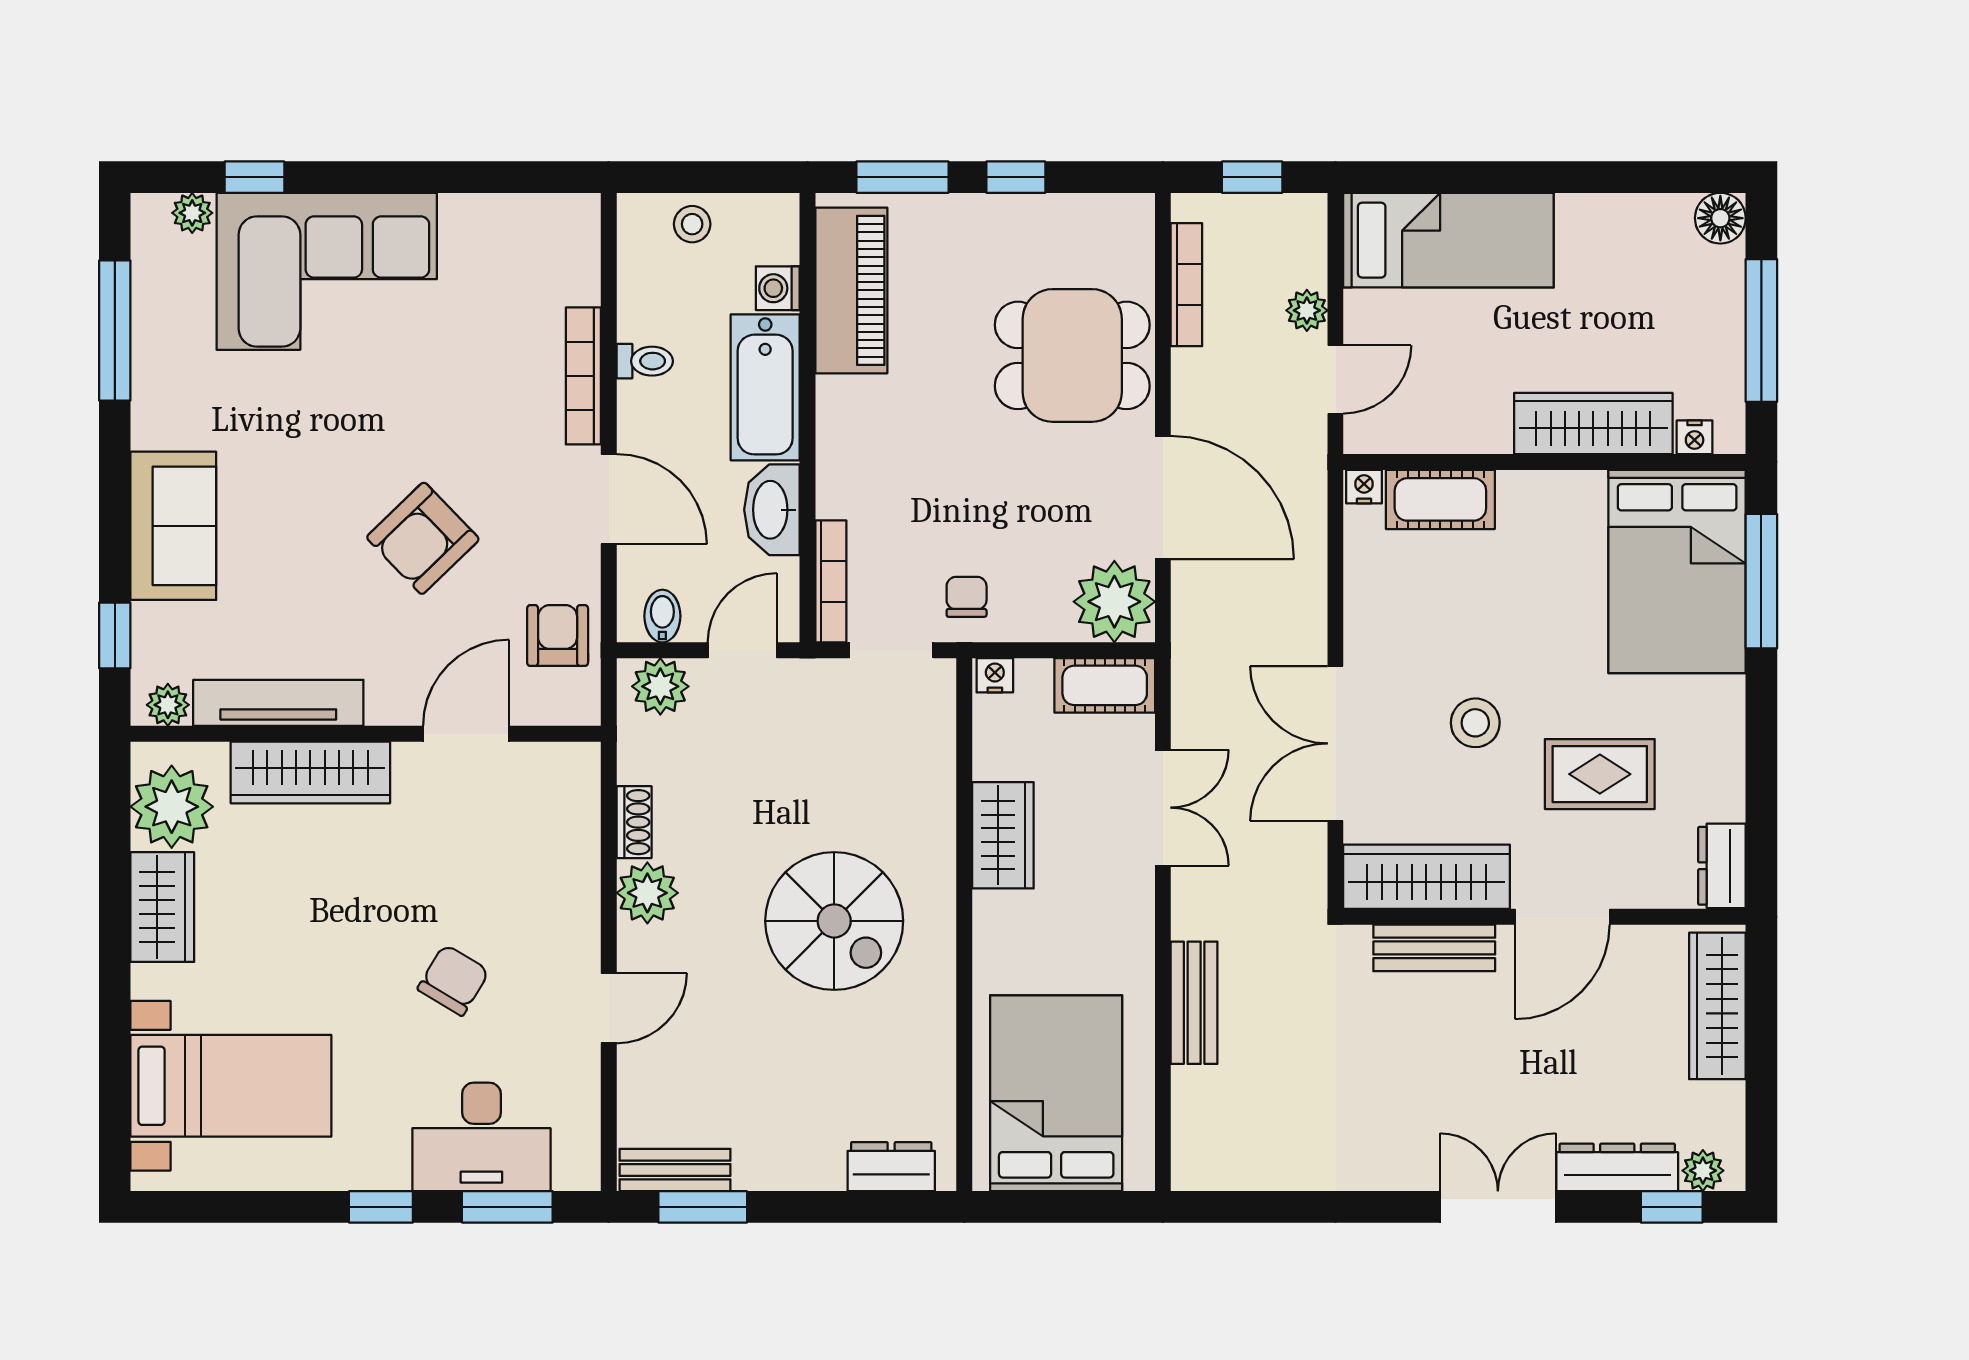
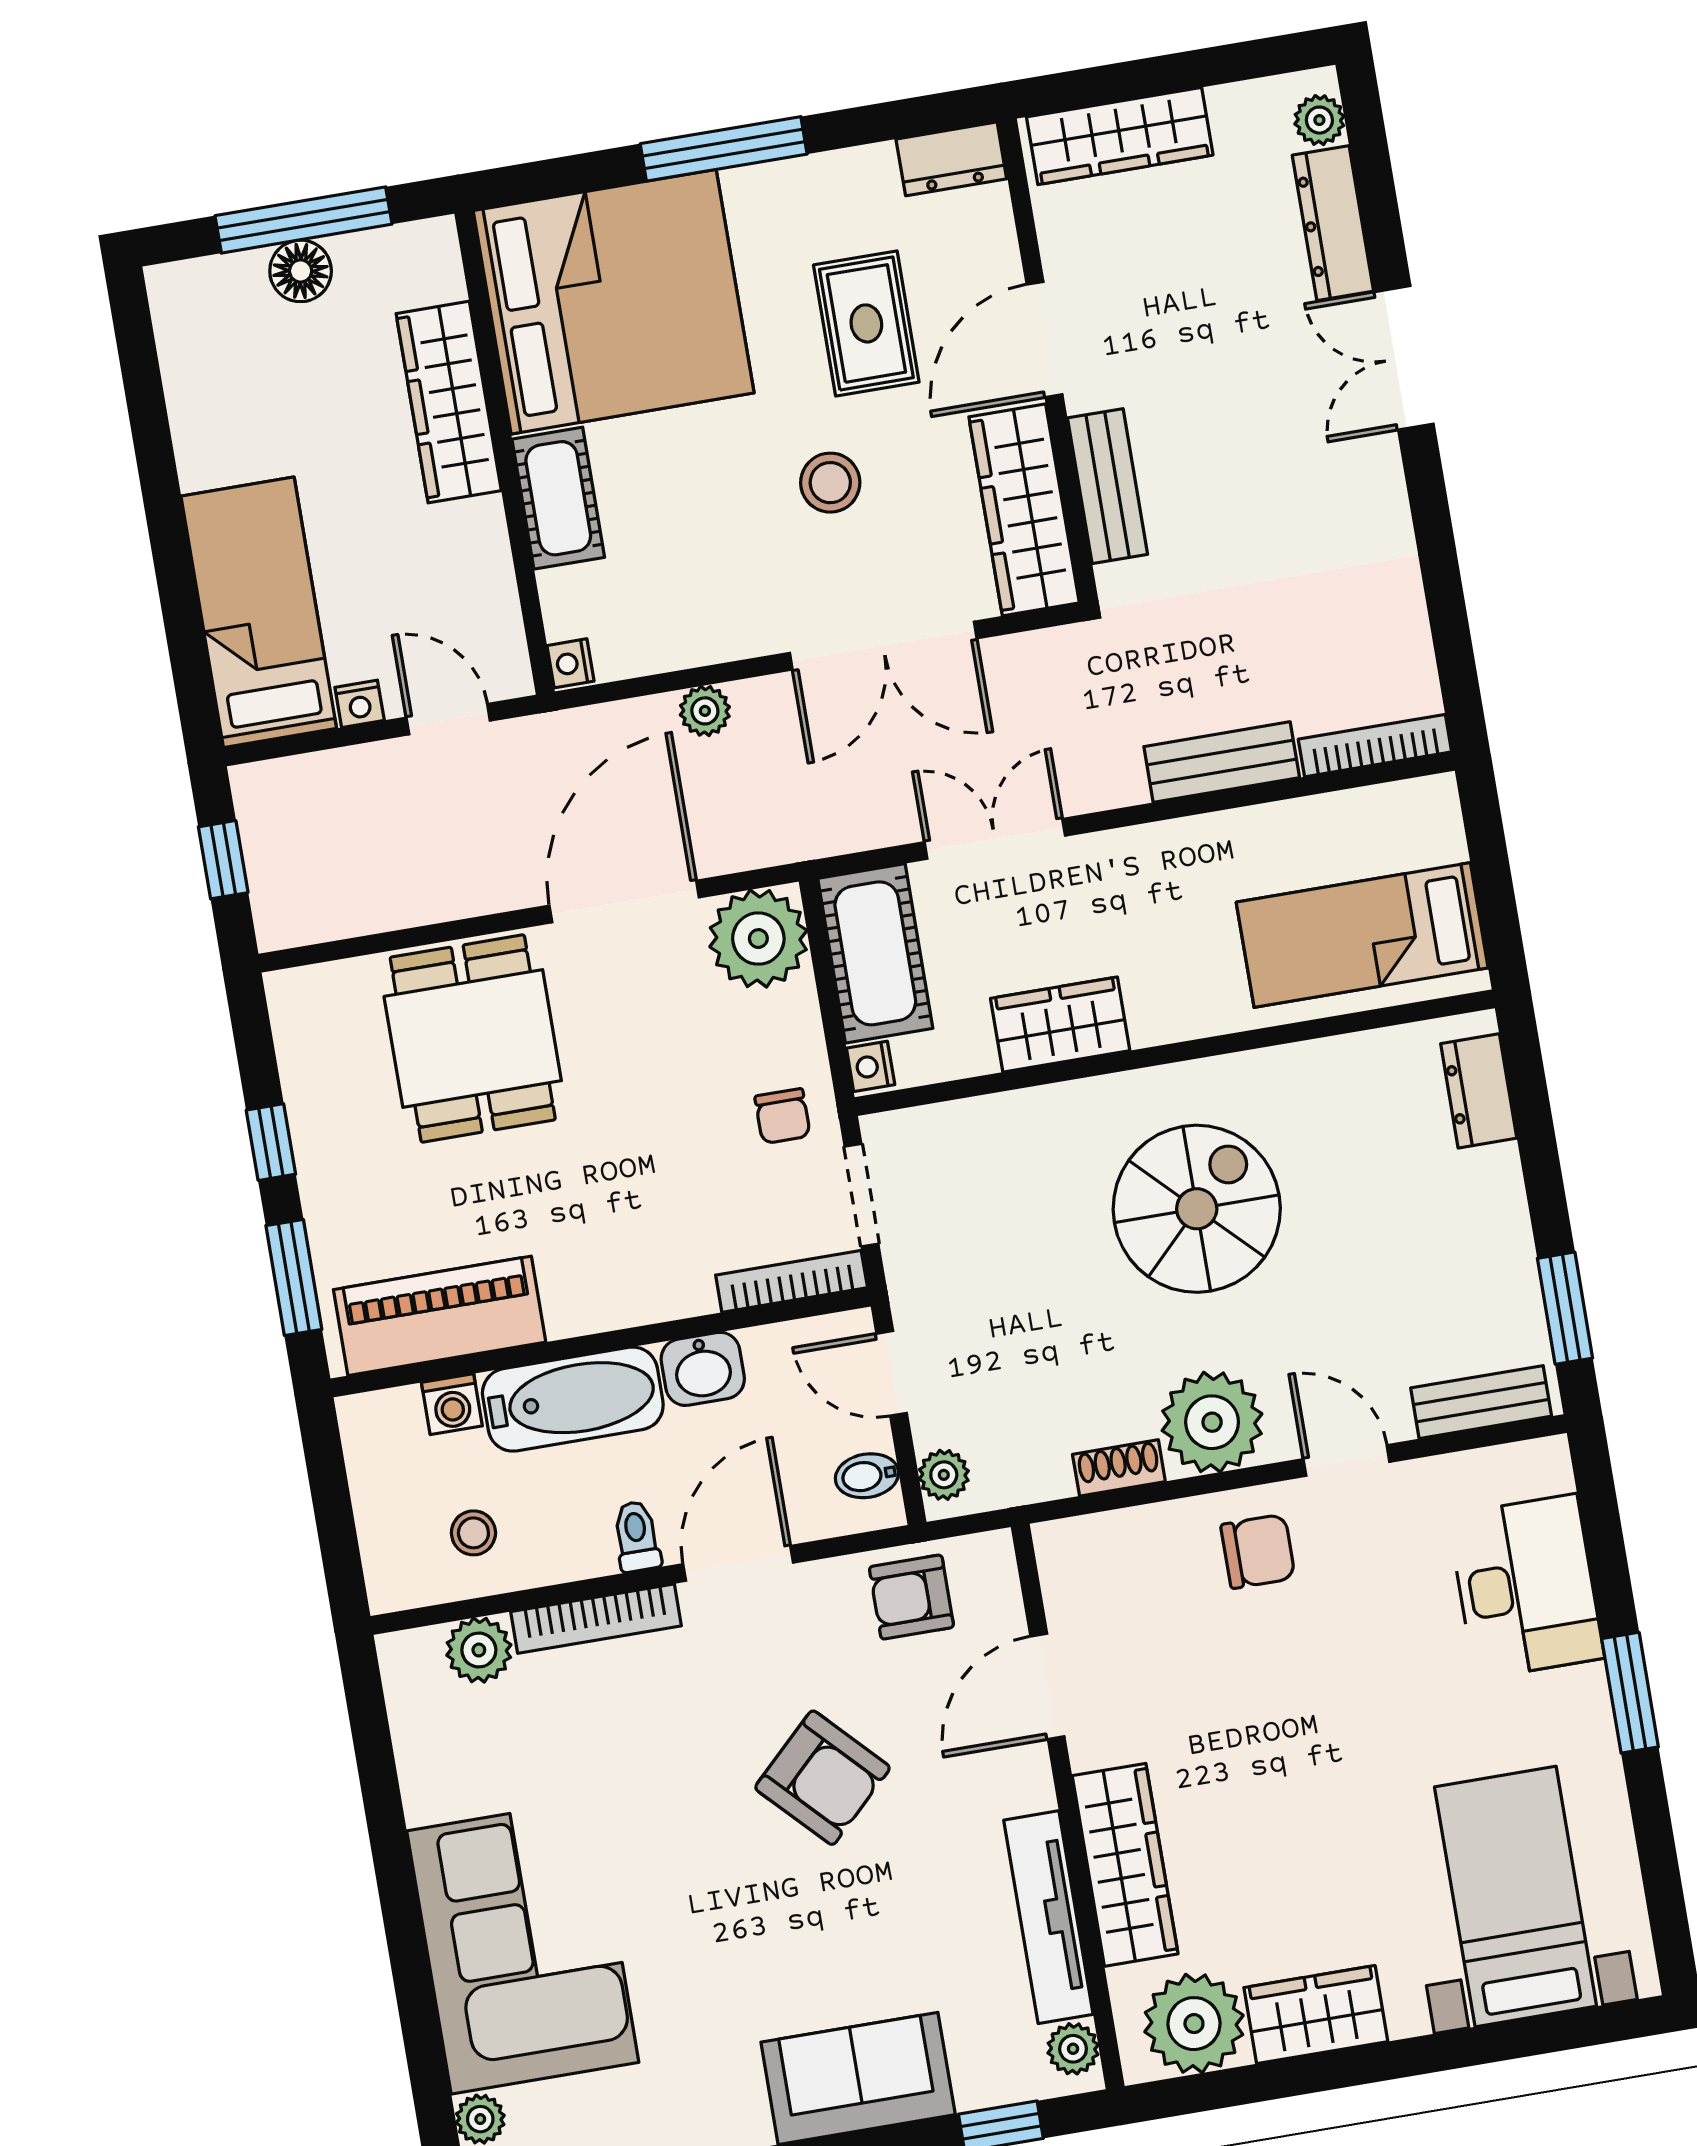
window: (254, 177) -> (425, 2052), removed
floor lamp: (1720, 218) -> (301, 271), moved
stool: (692, 224) -> (473, 1533), moved
plant: (574, 276) -> (479, 1650), added
bookcase: (1186, 285) -> (1375, 746), moved
plant: (1307, 310) -> (705, 711), moved
toilet: (645, 361) -> (637, 1536), moved
nightstand: (1695, 437) -> (360, 704), moved, turned 90
cot: (1440, 499) -> (558, 498), moved
washbasin: (772, 510) -> (703, 1369), width x0.72
bed: (1677, 571) -> (614, 302), width x1.36
window: (1761, 581) -> (724, 149), moved
chair: (967, 597) -> (782, 1116), turned -90
cot: (1105, 685) -> (875, 953), width x1.37, depth x1.34
plant: (660, 686) -> (944, 1475), width x0.73, depth x0.73
door: (466, 734) -> (1047, 1686), hinge flipped
plant: (647, 893) -> (1212, 1422), width x1.36, depth x1.36
door: (1562, 917) -> (1044, 339), swing flipped
chair: (453, 980) -> (1258, 1551), moved, turned 149
bed: (1056, 1093) -> (1362, 935), width x0.67
bench: (675, 1170) -> (1481, 1402), moved, turned 90
window: (381, 1207) -> (1630, 1693), width x1.50
window: (507, 1207) -> (1604, 1542), removed
window: (1672, 1207) -> (1369, 150), removed

